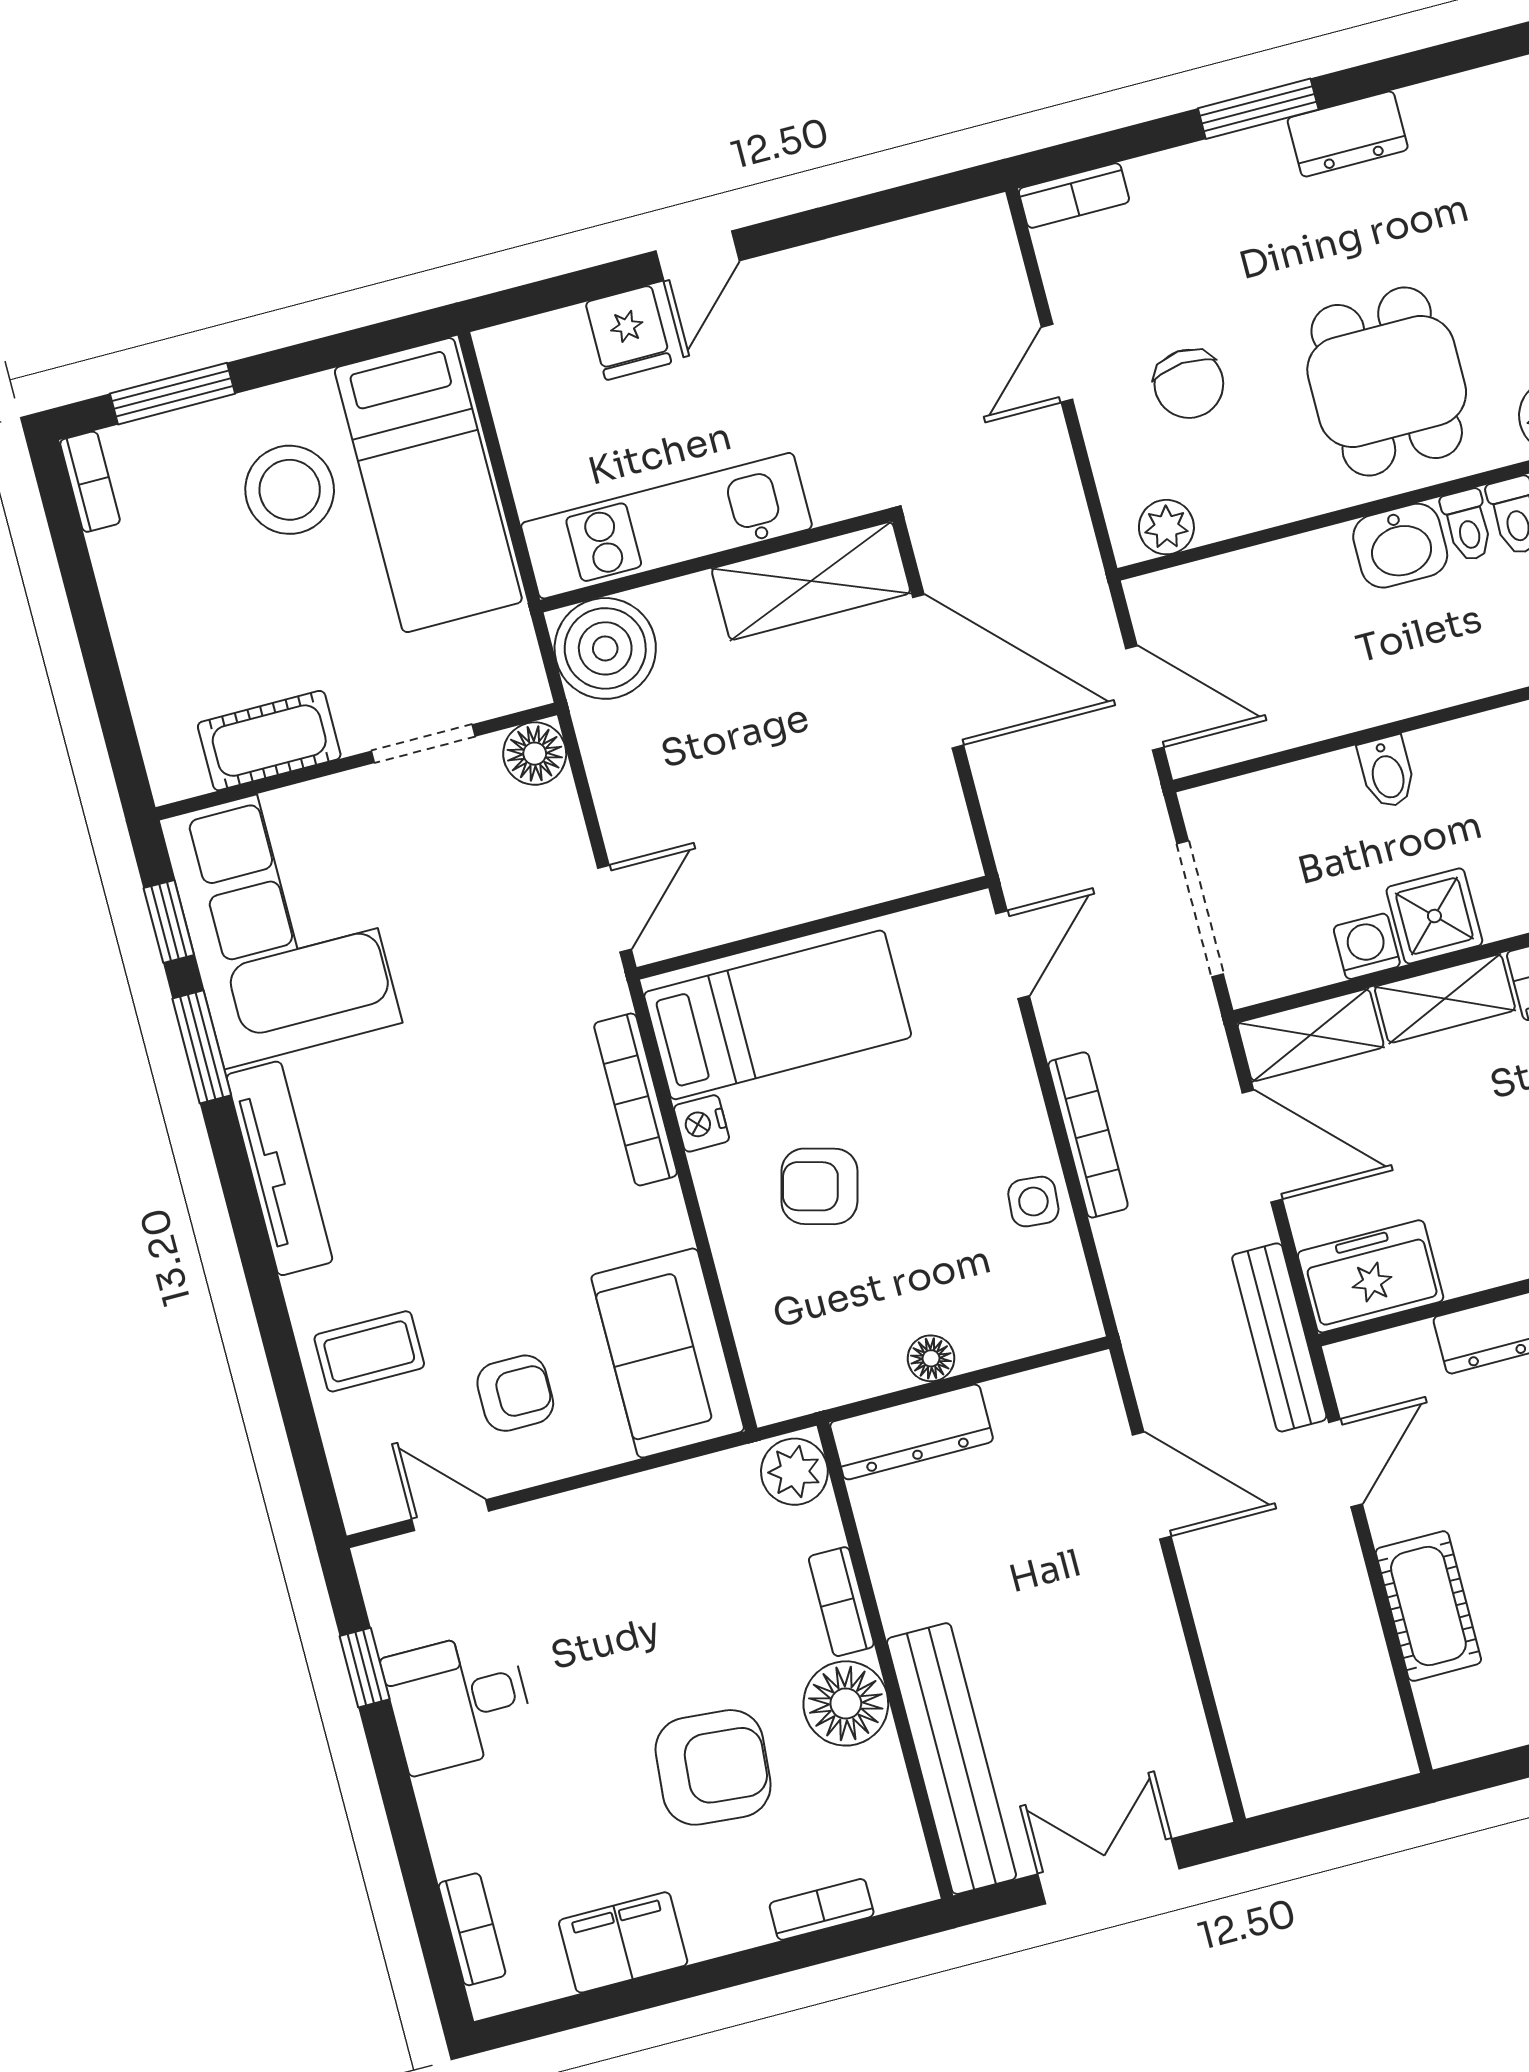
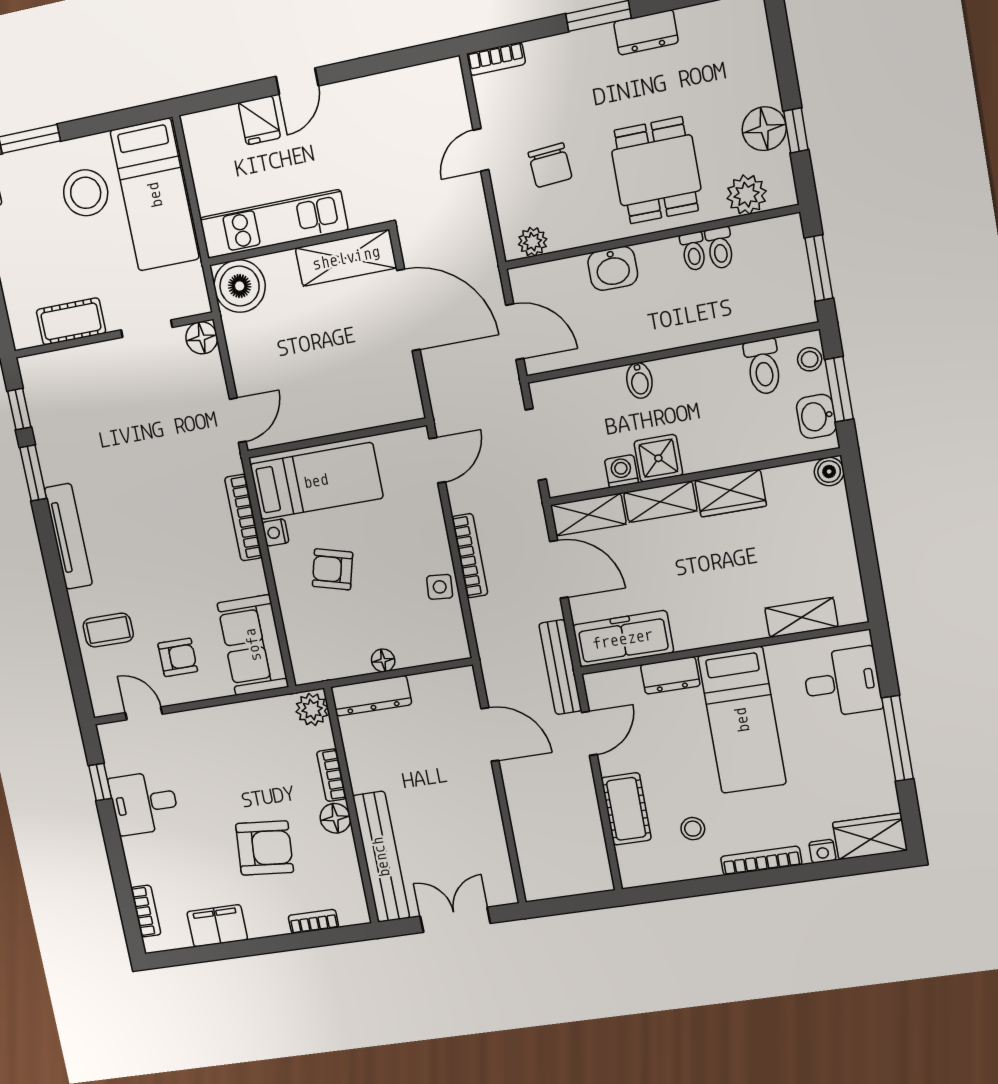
washbasin: (1400, 546) -> (613, 268), moved
corner sofa: (281, 921) -> (73, 413), removed
freezer: (1371, 1276) -> (623, 639), width x1.40
floor lamp: (846, 1703) -> (335, 818), width x0.73, depth x0.73

